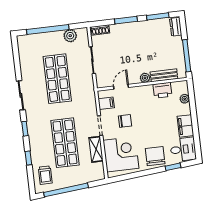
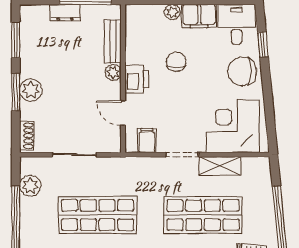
dresser: (176, 27) -> (65, 13), moved
plant: (128, 29) -> (31, 90), added
printer: (162, 90) -> (137, 79), moved
plant: (185, 99) -> (172, 12), moved
chair: (125, 121) -> (176, 62), moved

